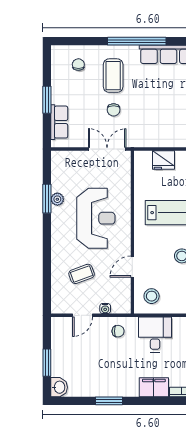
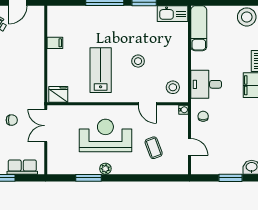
fridge: (163, 160) -> (58, 94), moved, turned -90
plant: (57, 199) -> (105, 169), moved
water cooler: (105, 309) -> (184, 110), moved

